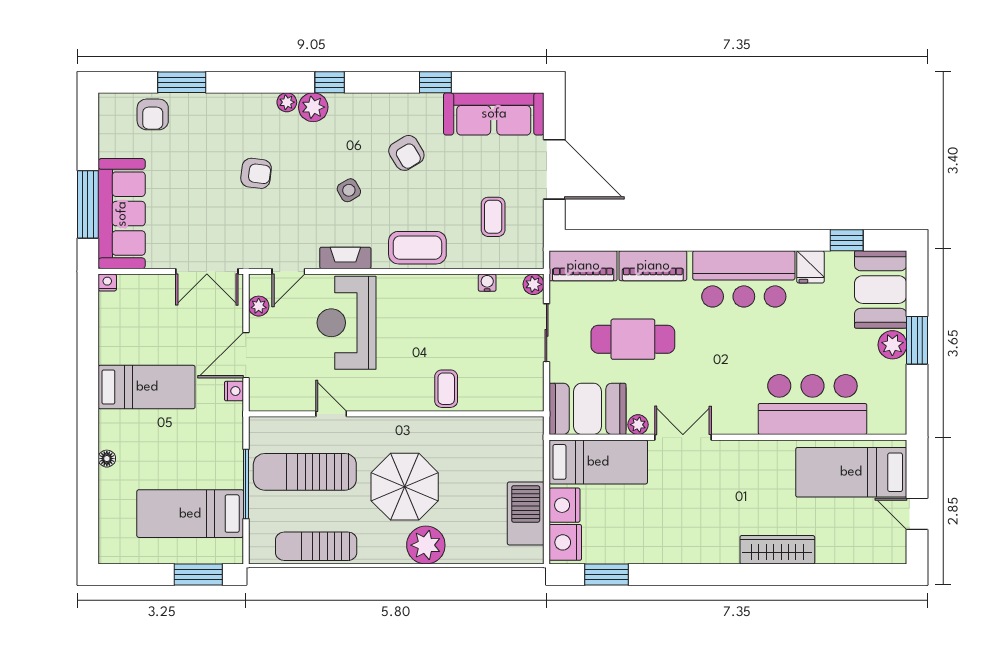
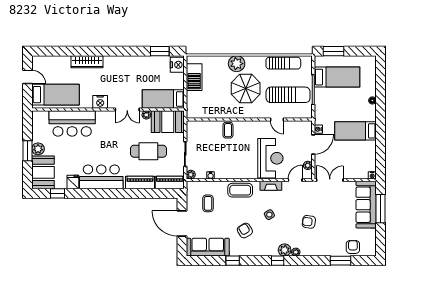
nightstand: (565, 505) -> (100, 102), moved, turned 90

